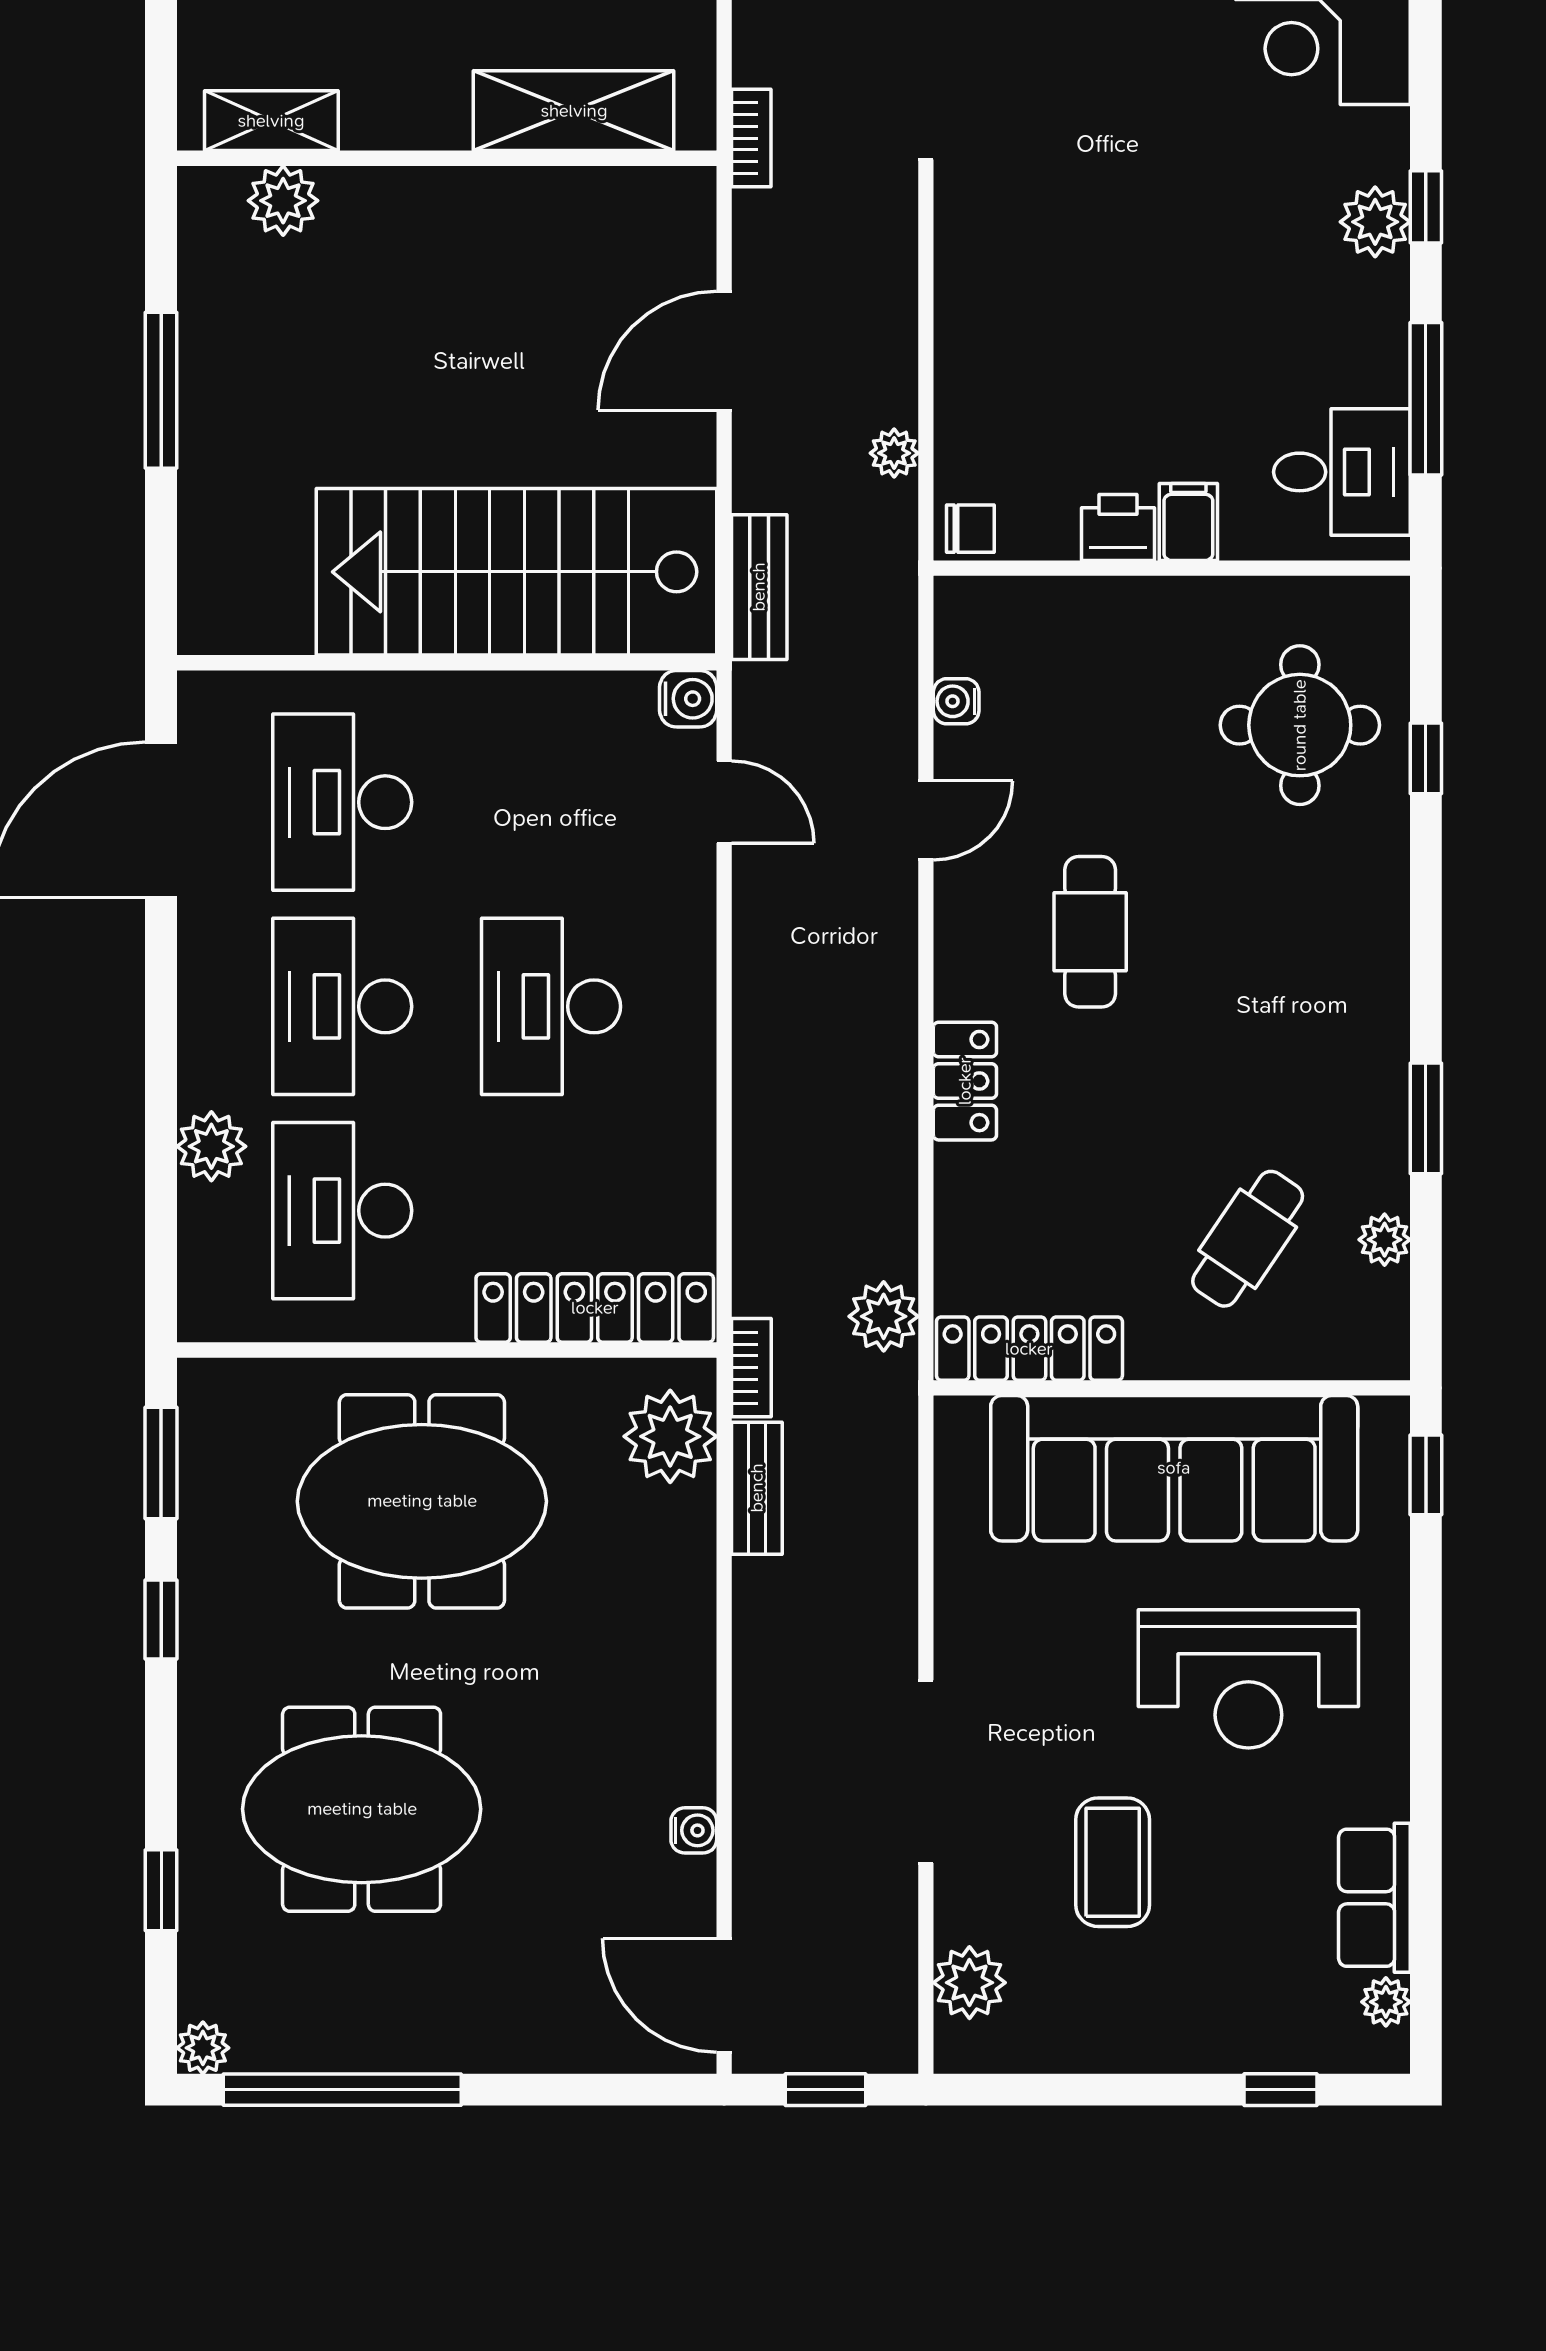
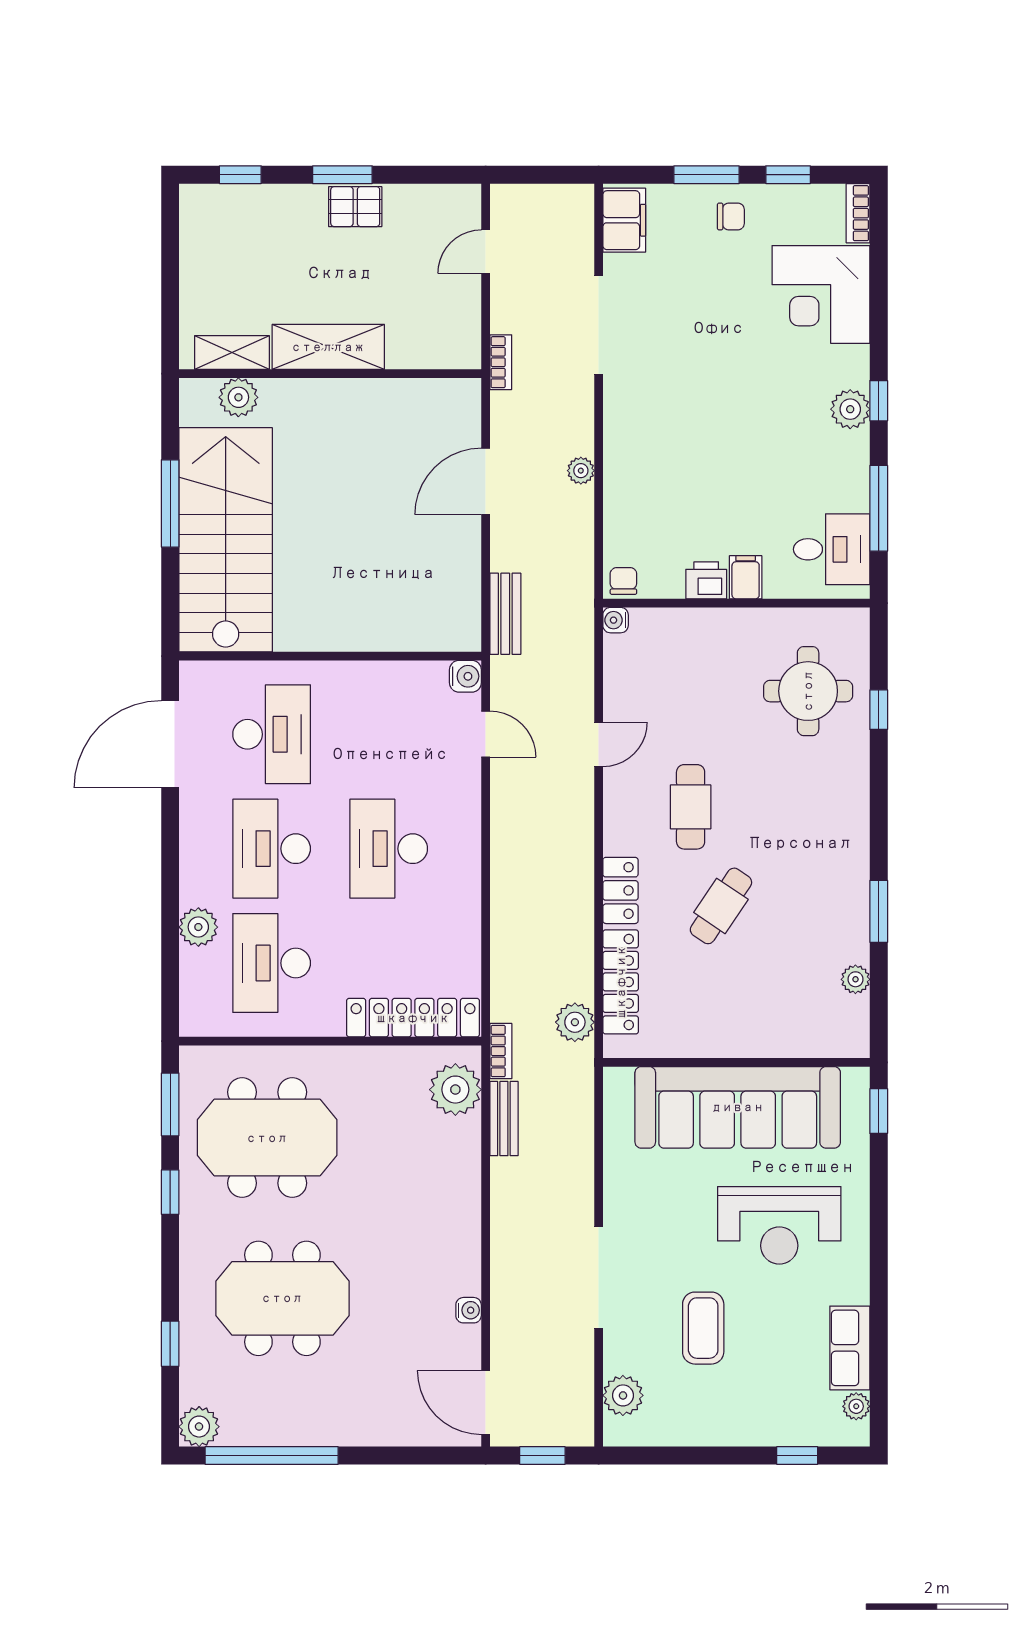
shelving: (574, 111) -> (328, 347), moved
plant: (894, 453) -> (581, 471), moved
chair: (970, 529) -> (623, 581), turned -90
stairs: (516, 572) -> (226, 540), moved, turned 90
water cooler: (956, 701) -> (616, 620), moved
desk: (342, 802) -> (272, 734), turned 180
cafe table: (1248, 1239) -> (721, 906), moved
locker: (1029, 1349) -> (621, 982), moved, turned 90
meeting table: (422, 1501) -> (267, 1138), moved
plant: (203, 2048) -> (199, 1427), width x1.38, depth x1.38

